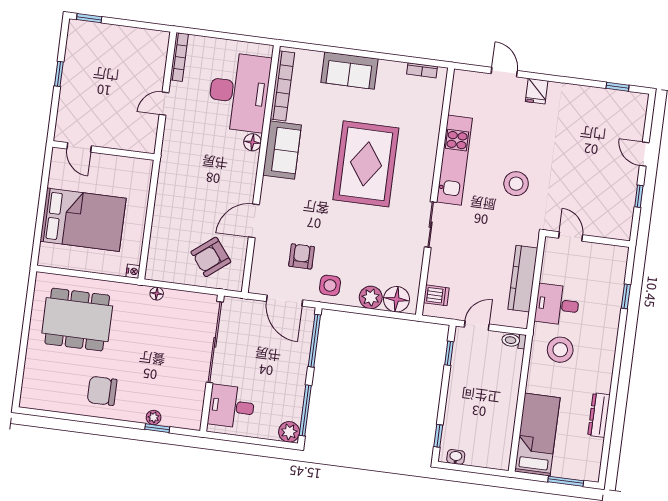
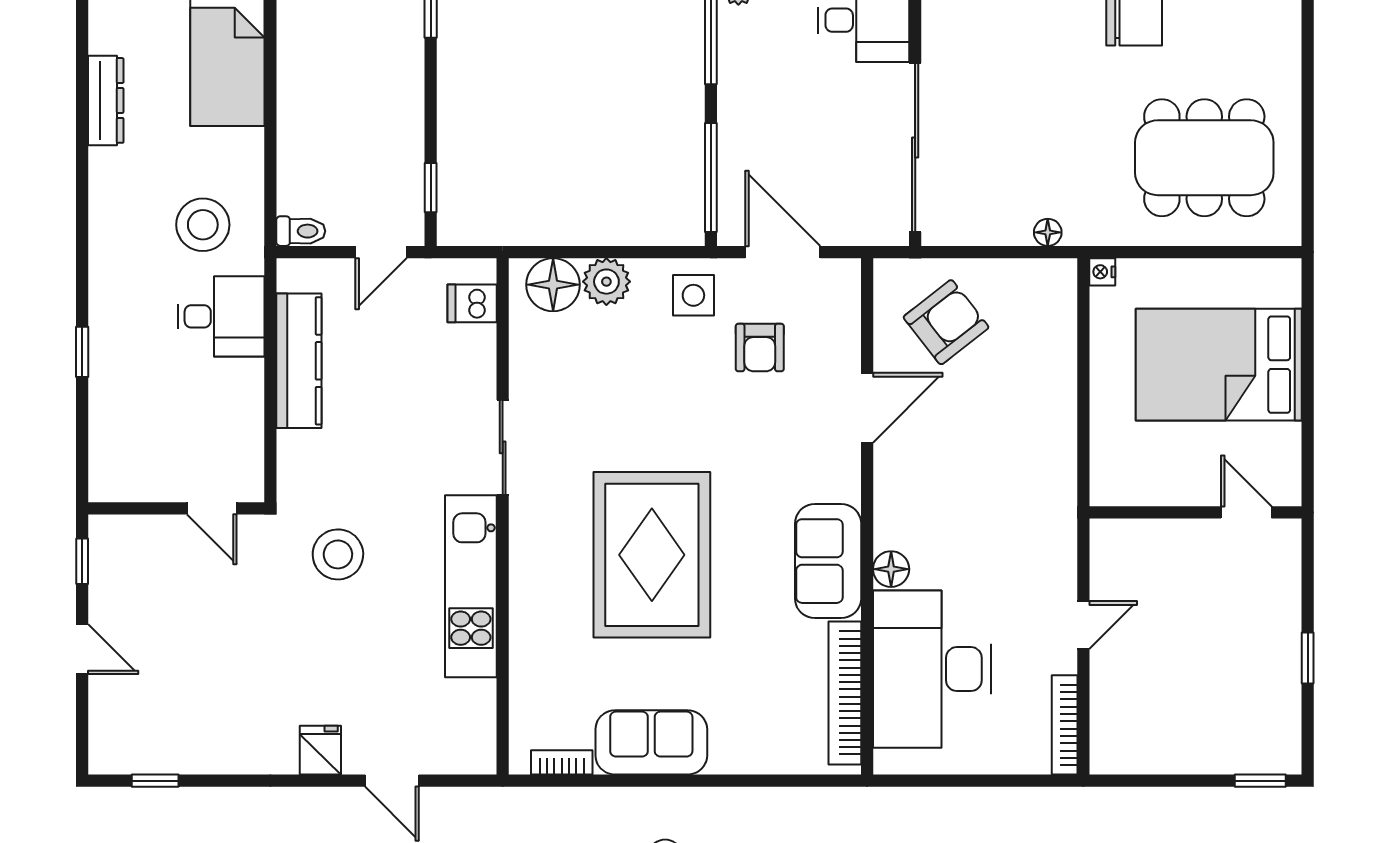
sofa: (349, 71) -> (651, 742), moved
door: (571, 236) -> (212, 508), moved
wall: (588, 239) -> (176, 508), moved

